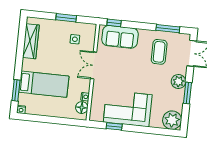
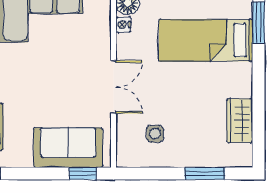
window: (66, 18) -> (205, 174), moved
wardrobe: (31, 41) -> (240, 121), width x0.67

